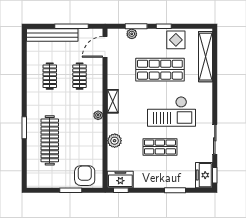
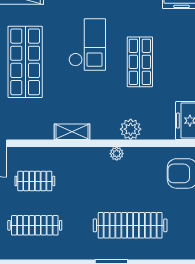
clothes rail: (50, 76) -> (35, 225), width x1.36
checkout: (172, 112) -> (87, 45), width x0.73, depth x0.83
plant: (98, 115) -> (117, 154), moved

